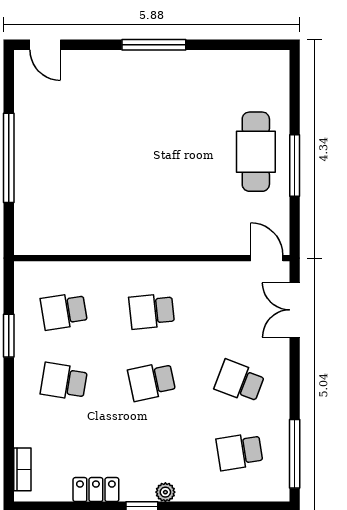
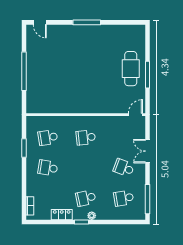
door: (267, 258) -> (135, 115), hinge flipped
double door: (295, 310) -> (147, 151), moved
school desk: (152, 381) -> (86, 198), moved

